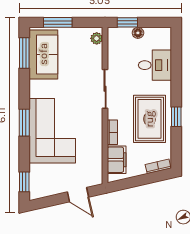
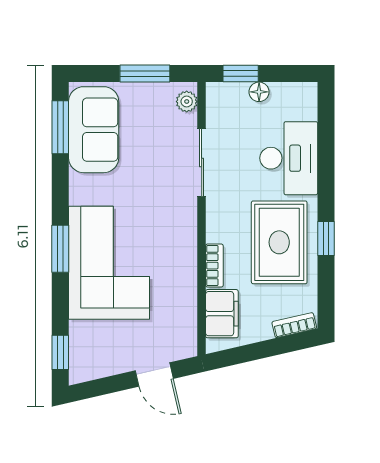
window: (58, 22) -> (145, 74), moved
desk: (155, 65) -> (289, 158), width x1.37
sliding door: (105, 89) -> (202, 163), moved

